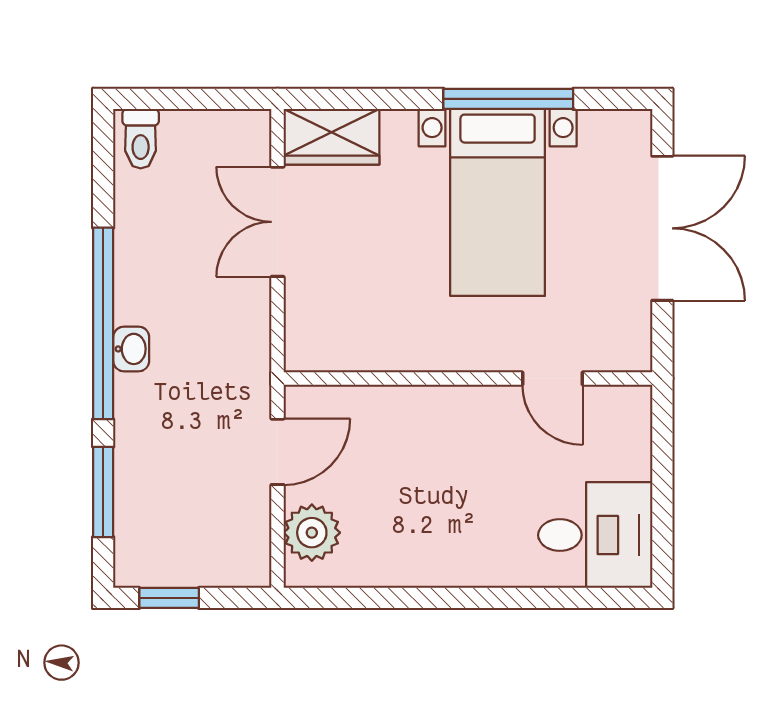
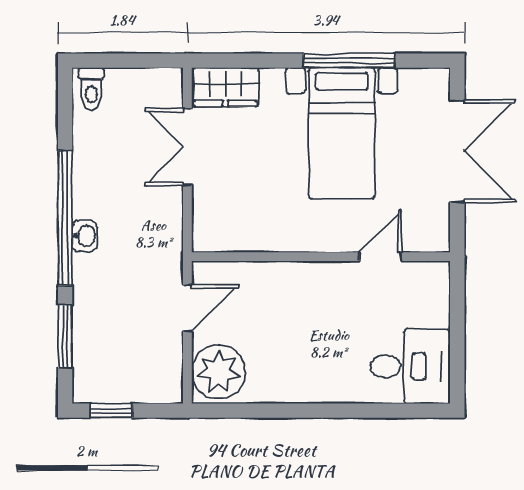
door: (553, 378) -> (380, 257), swing flipped
plant: (312, 533) -> (219, 372), width x1.36, depth x1.36

